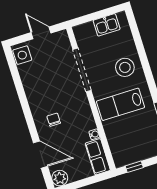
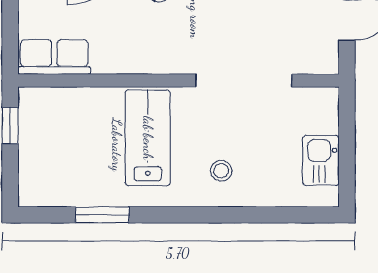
stool: (125, 67) -> (221, 171), width x0.53, depth x0.53
water cooler: (94, 134) -> (103, 64), removed

